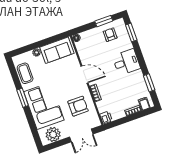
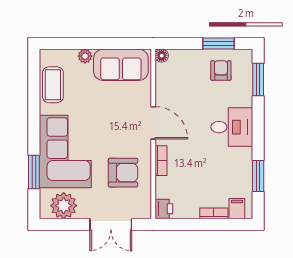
window: (23, 98) -> (34, 172), moved

